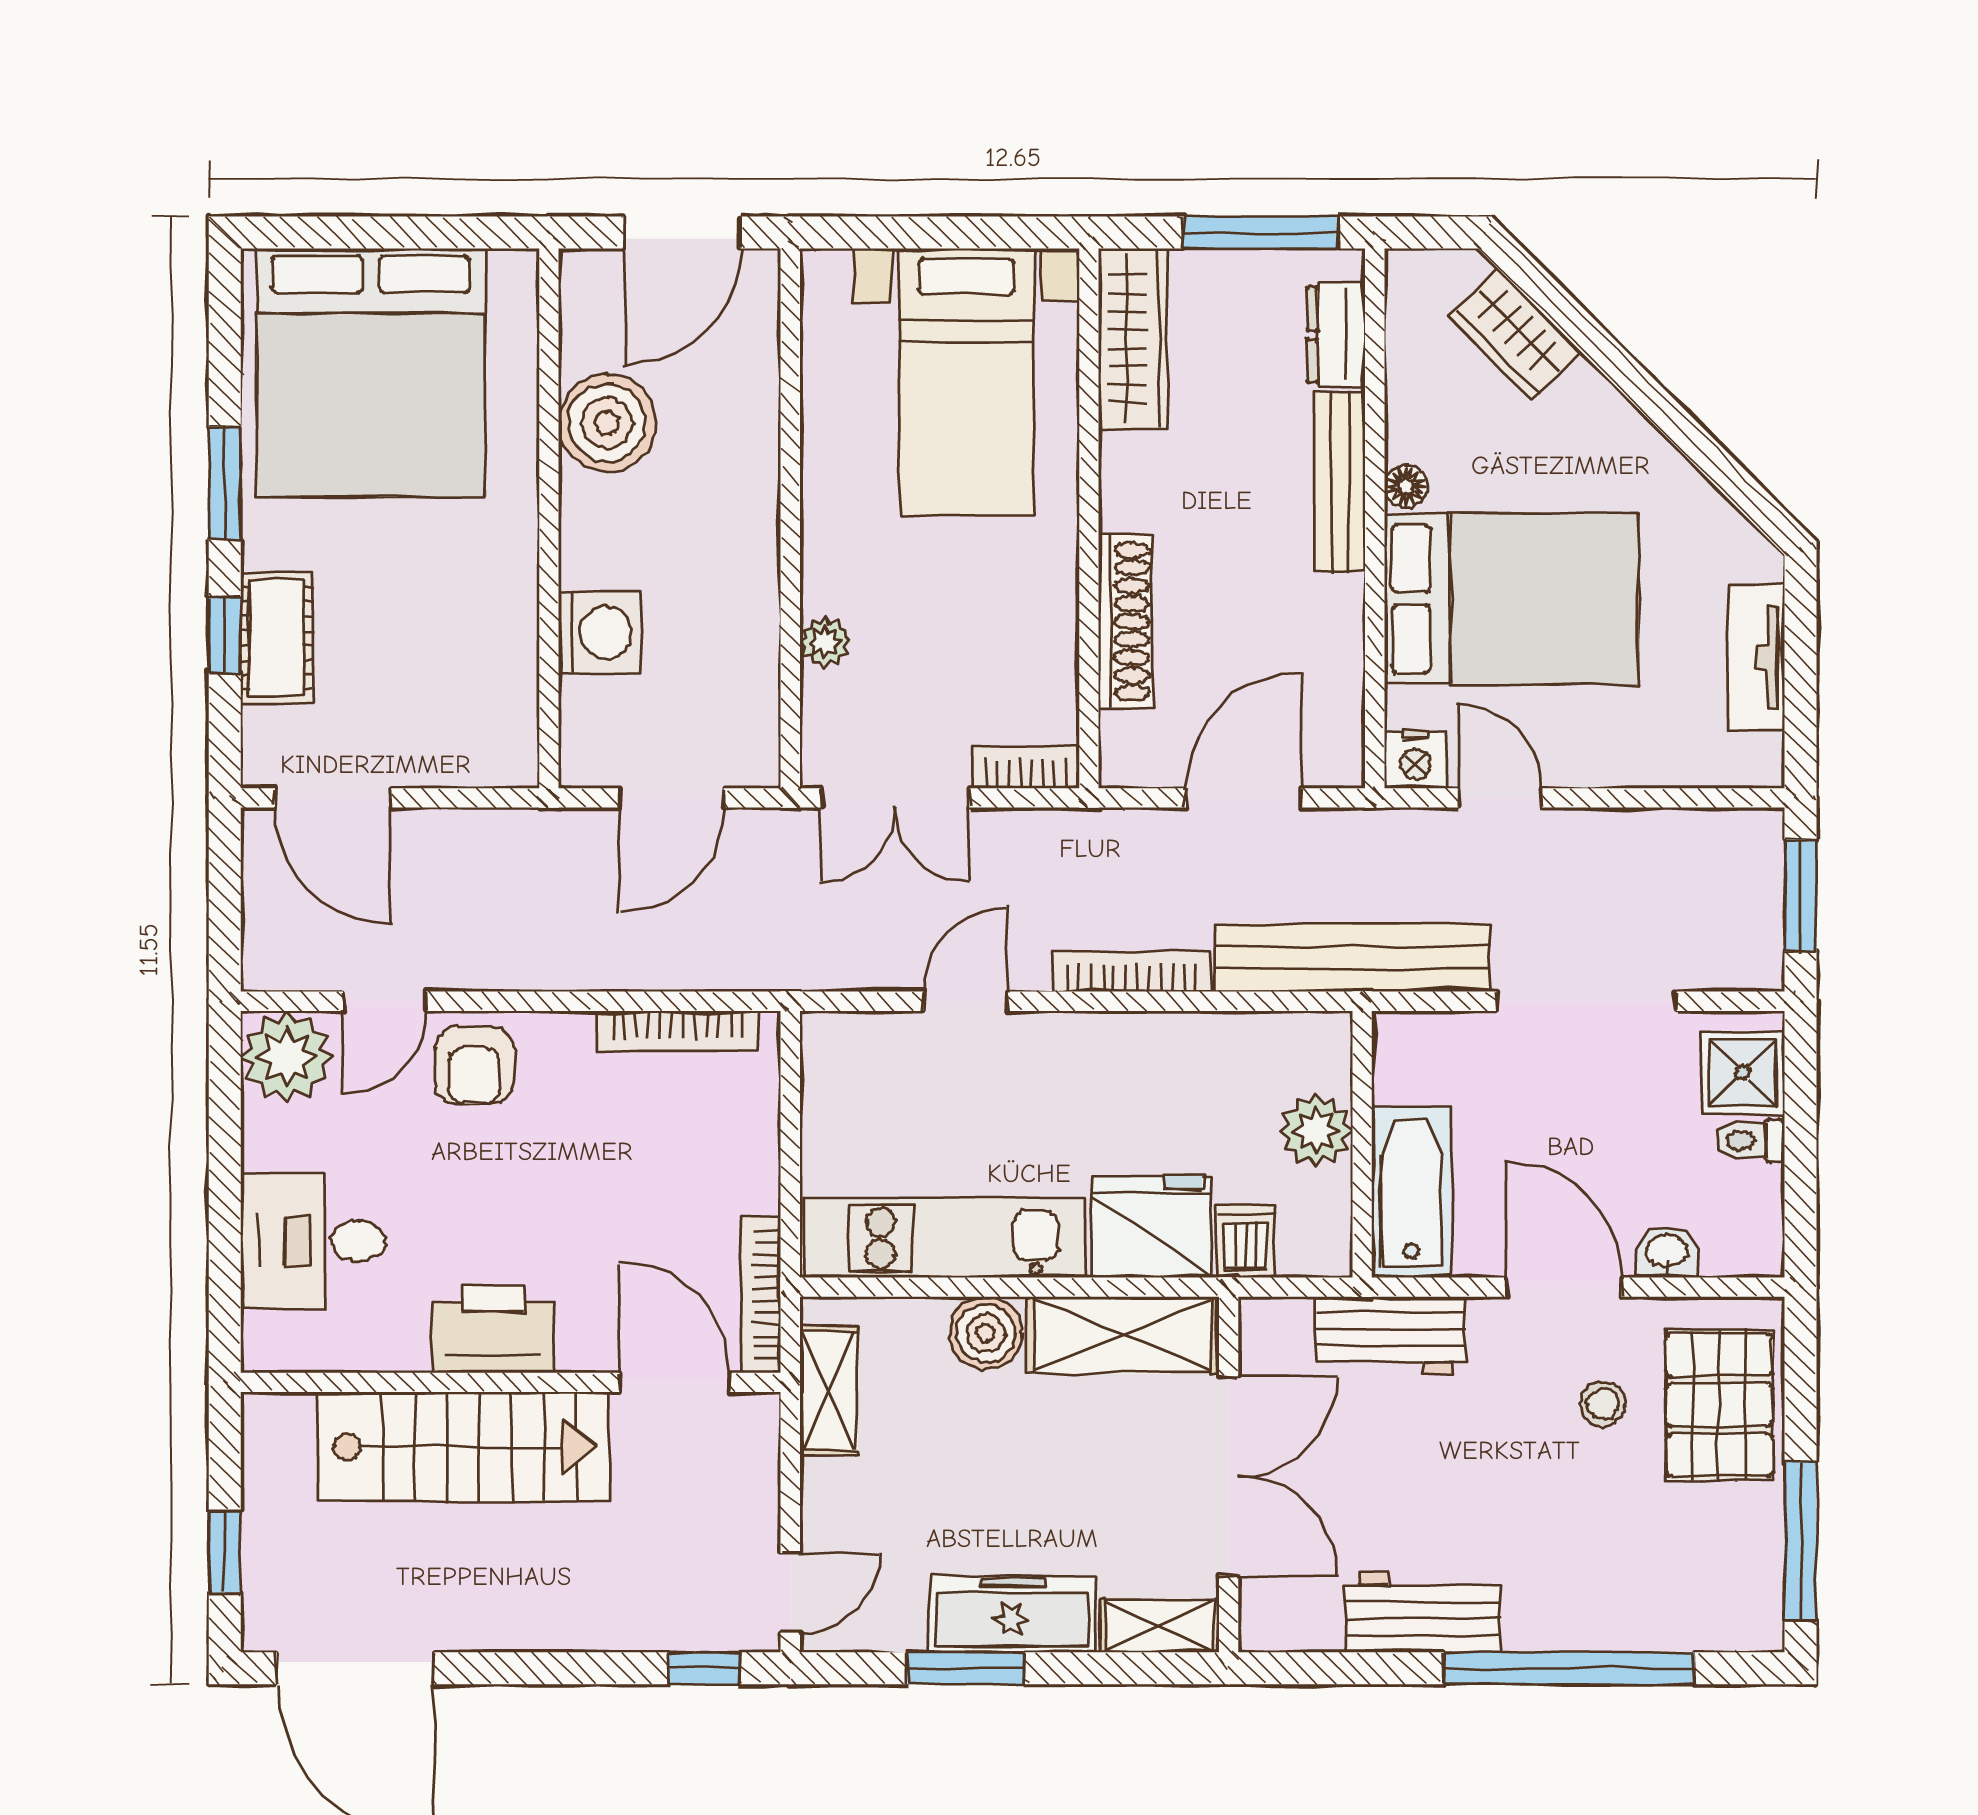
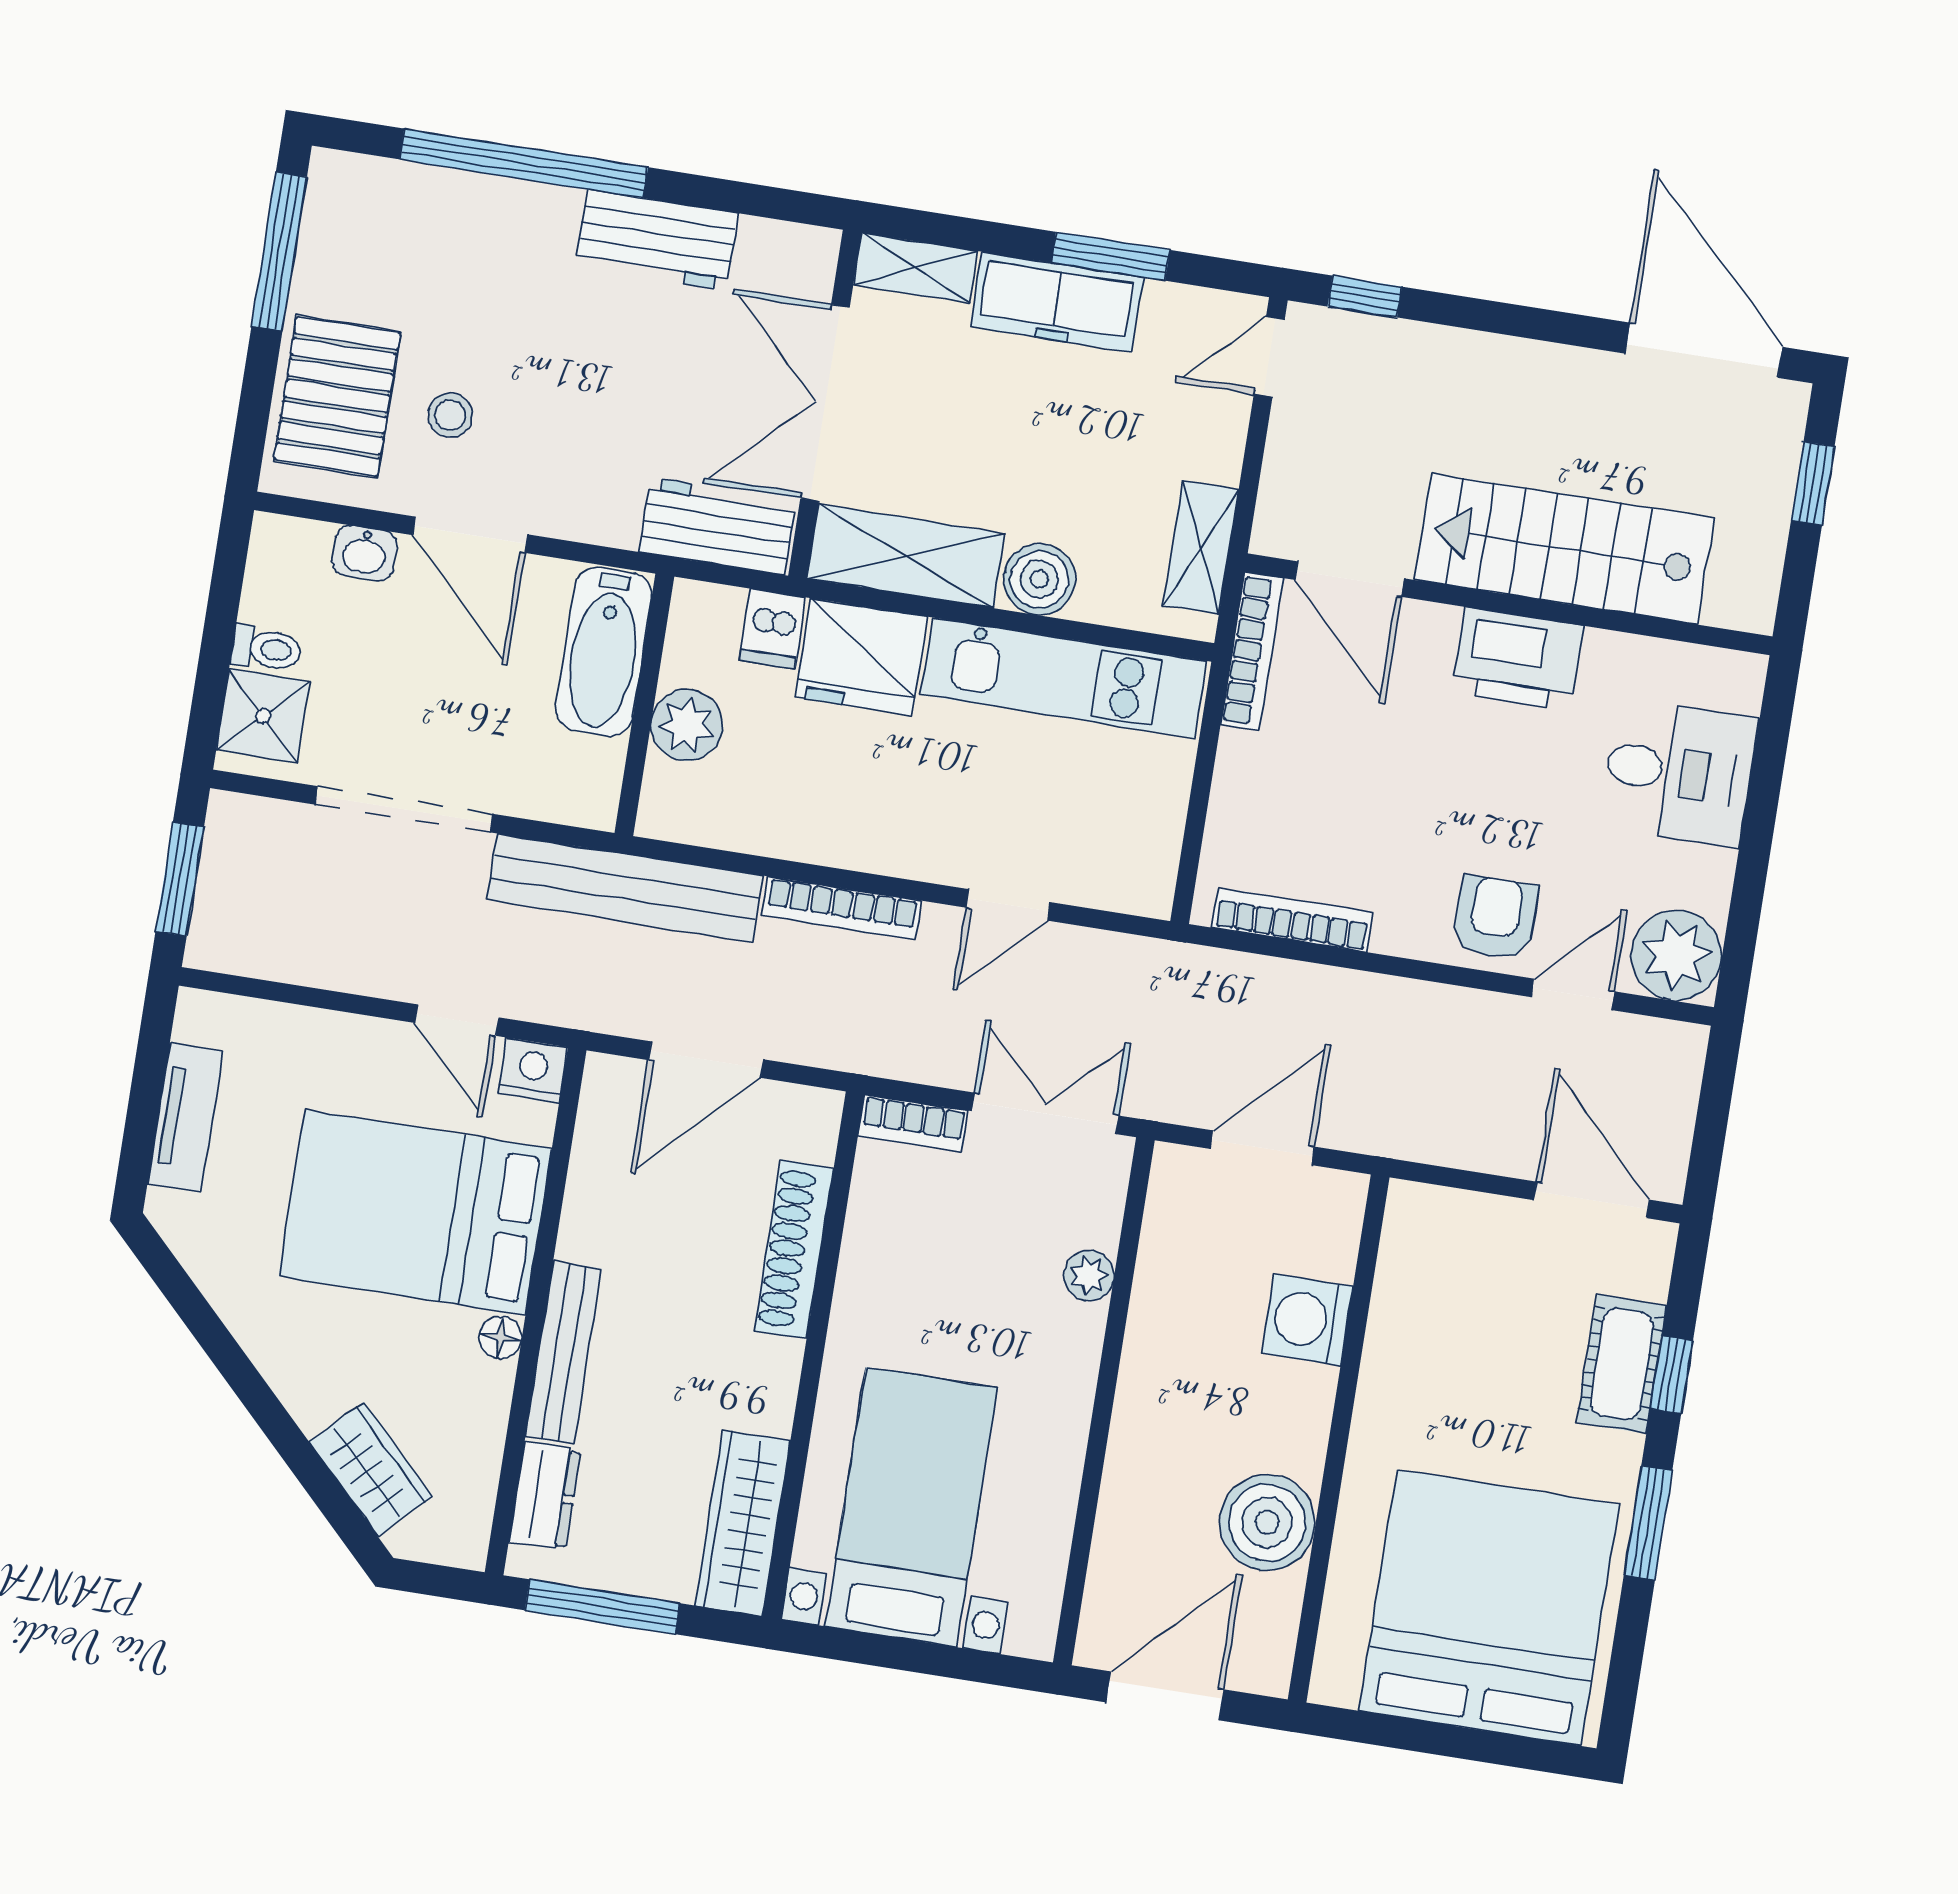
workbench: (1390, 1335) -> (717, 526), moved

